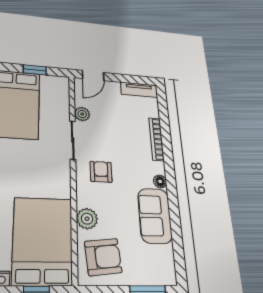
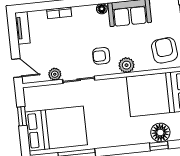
bookcase: (156, 139) -> (59, 13), width x0.64
plant: (87, 219) -> (127, 65), moved

